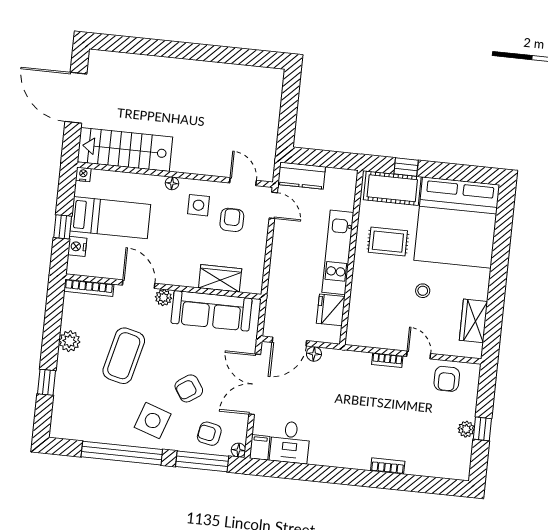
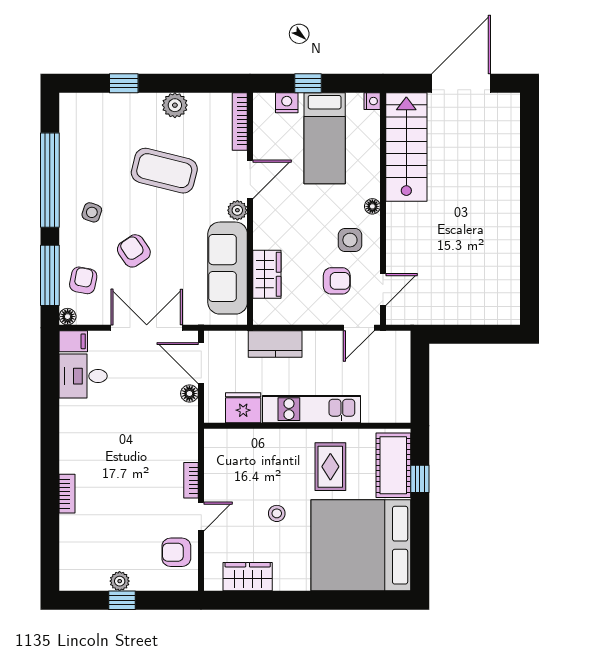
kitchen counter: (302, 176) -> (275, 344), moved, turned -90
side table: (153, 421) -> (92, 212), width x0.54, depth x0.54

